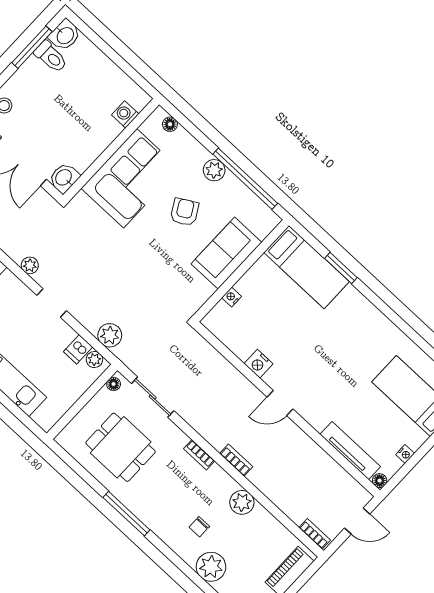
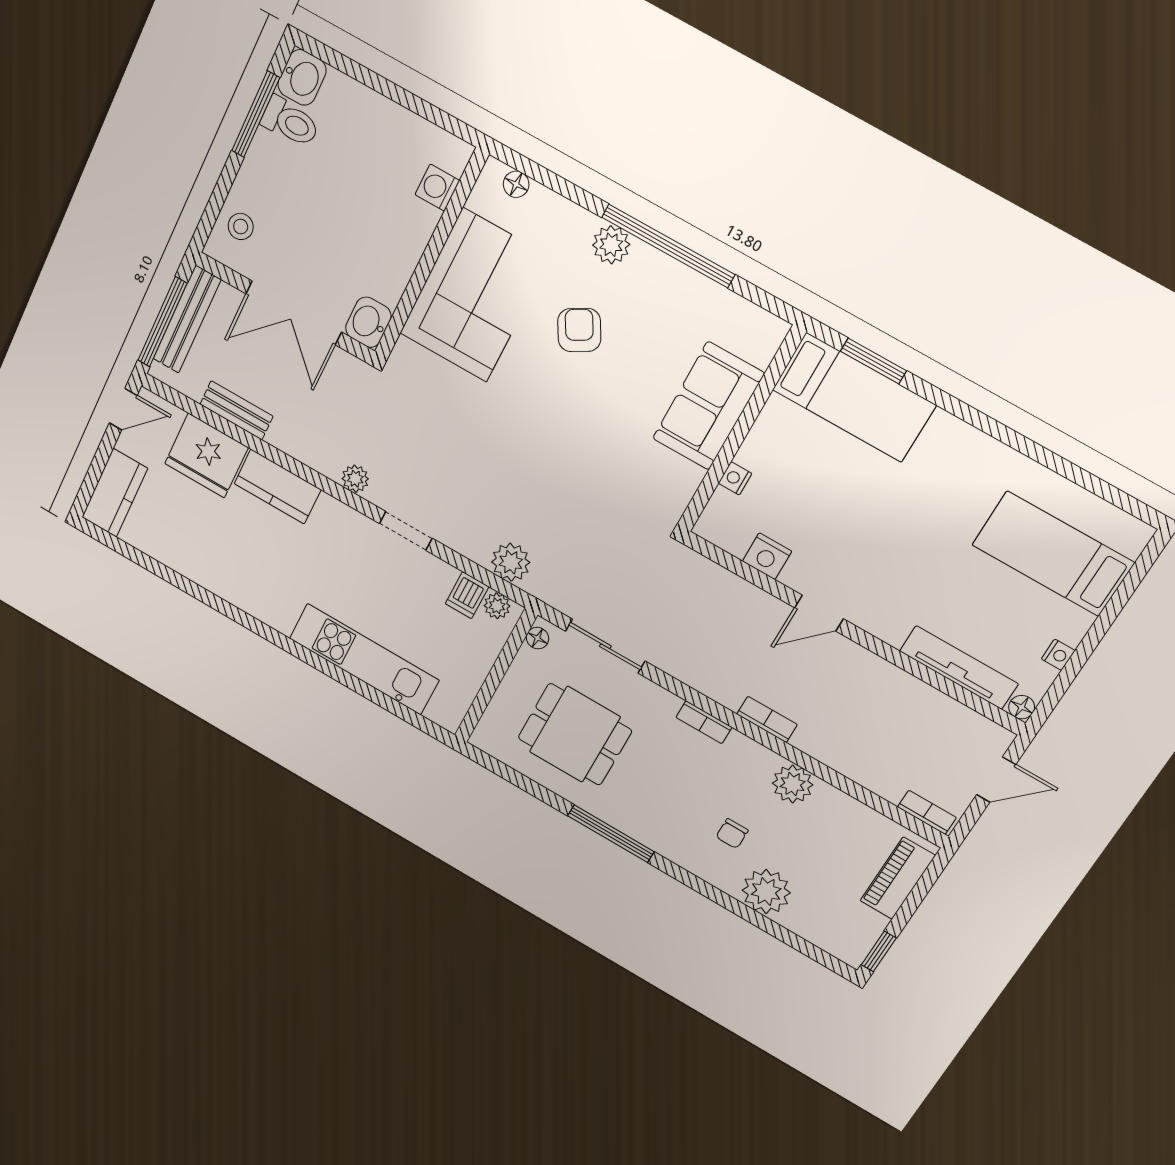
sofa: (226, 253) -> (708, 406), moved
bed: (307, 267) -> (854, 397), moved
wall: (241, 271) -> (741, 430), moved
nightstand: (231, 297) -> (735, 478), moved

